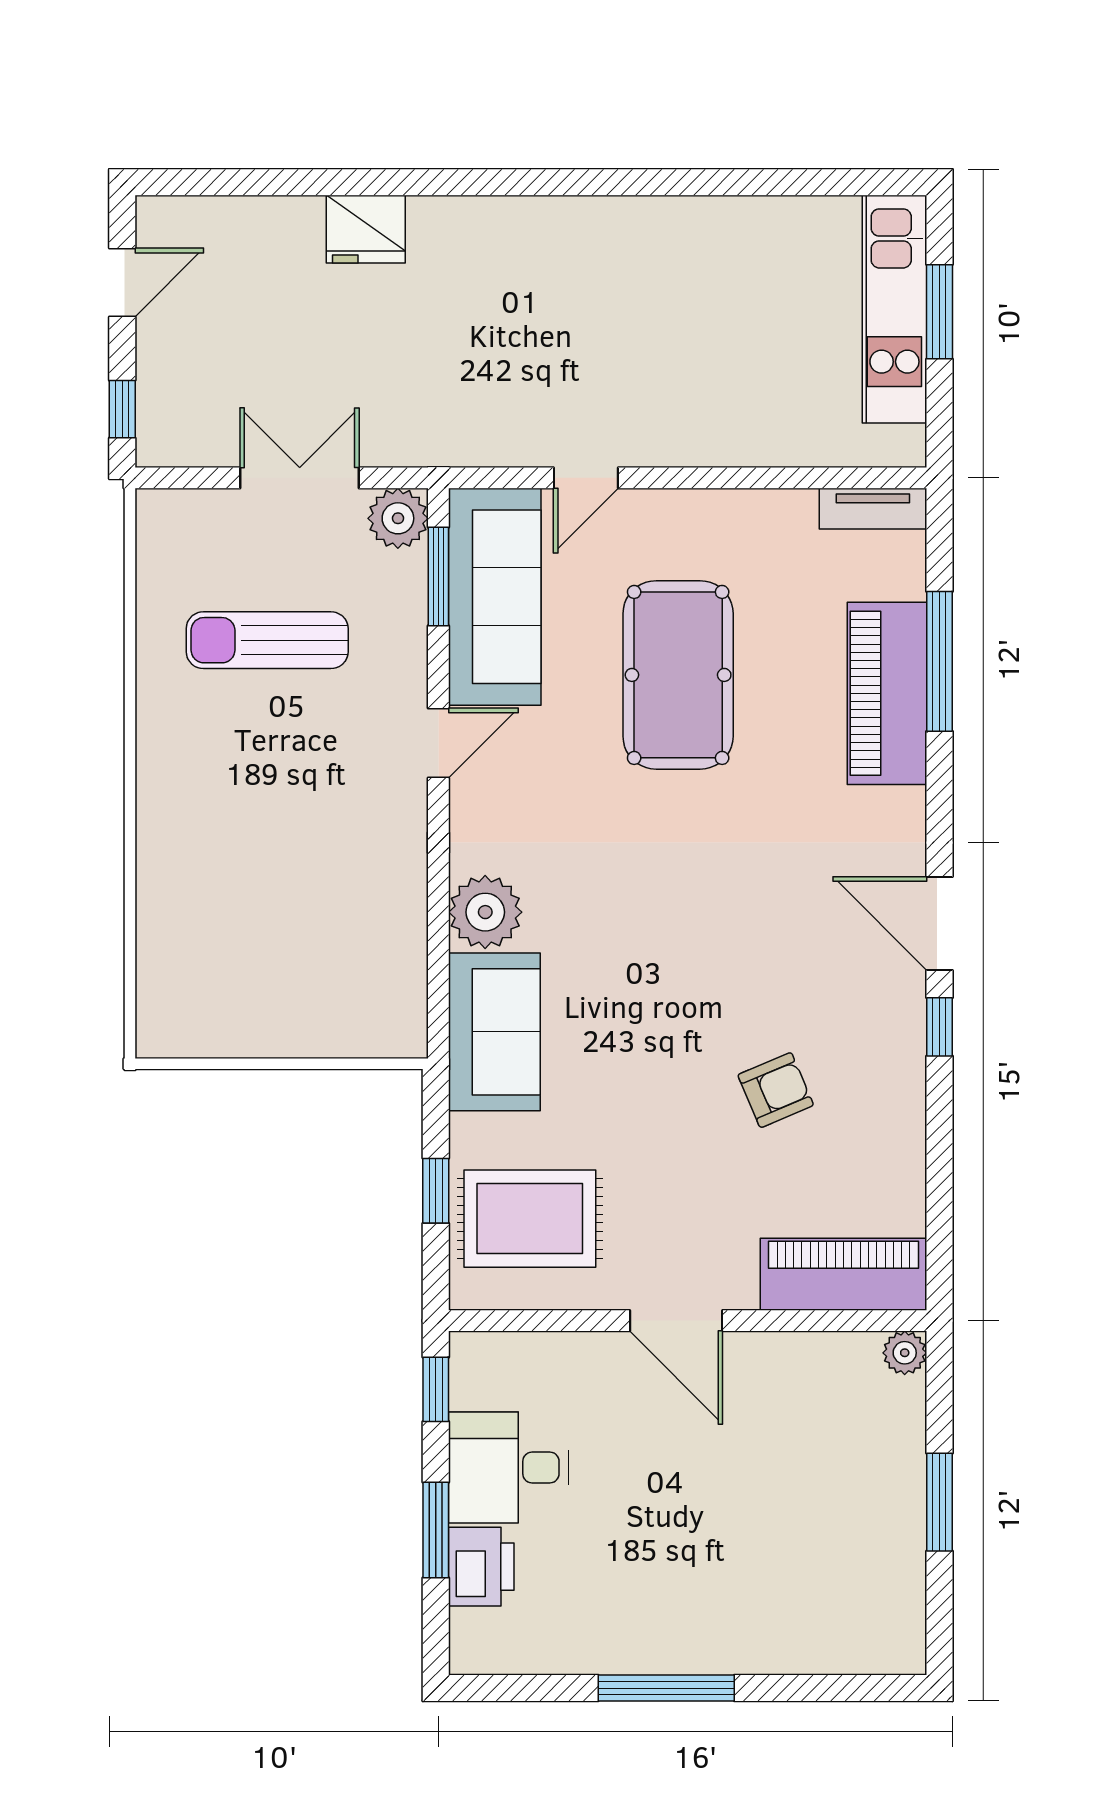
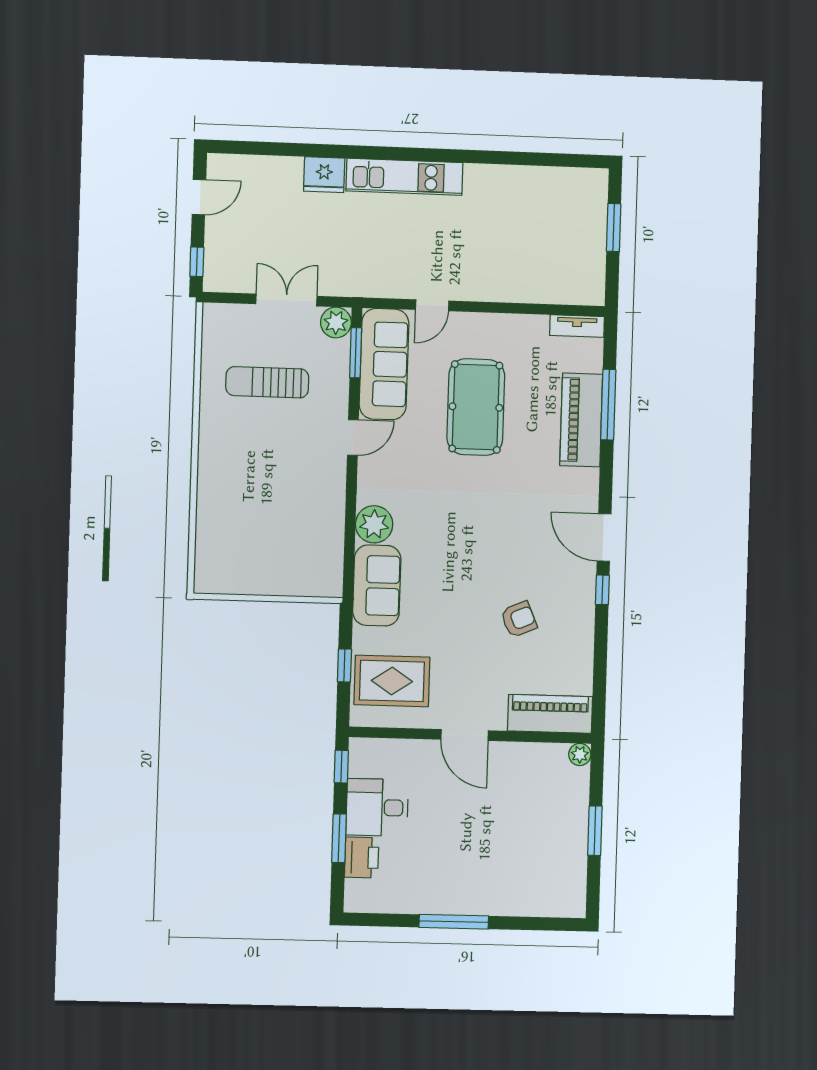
kitchen unit: (894, 309) -> (404, 177), moved, turned -90

